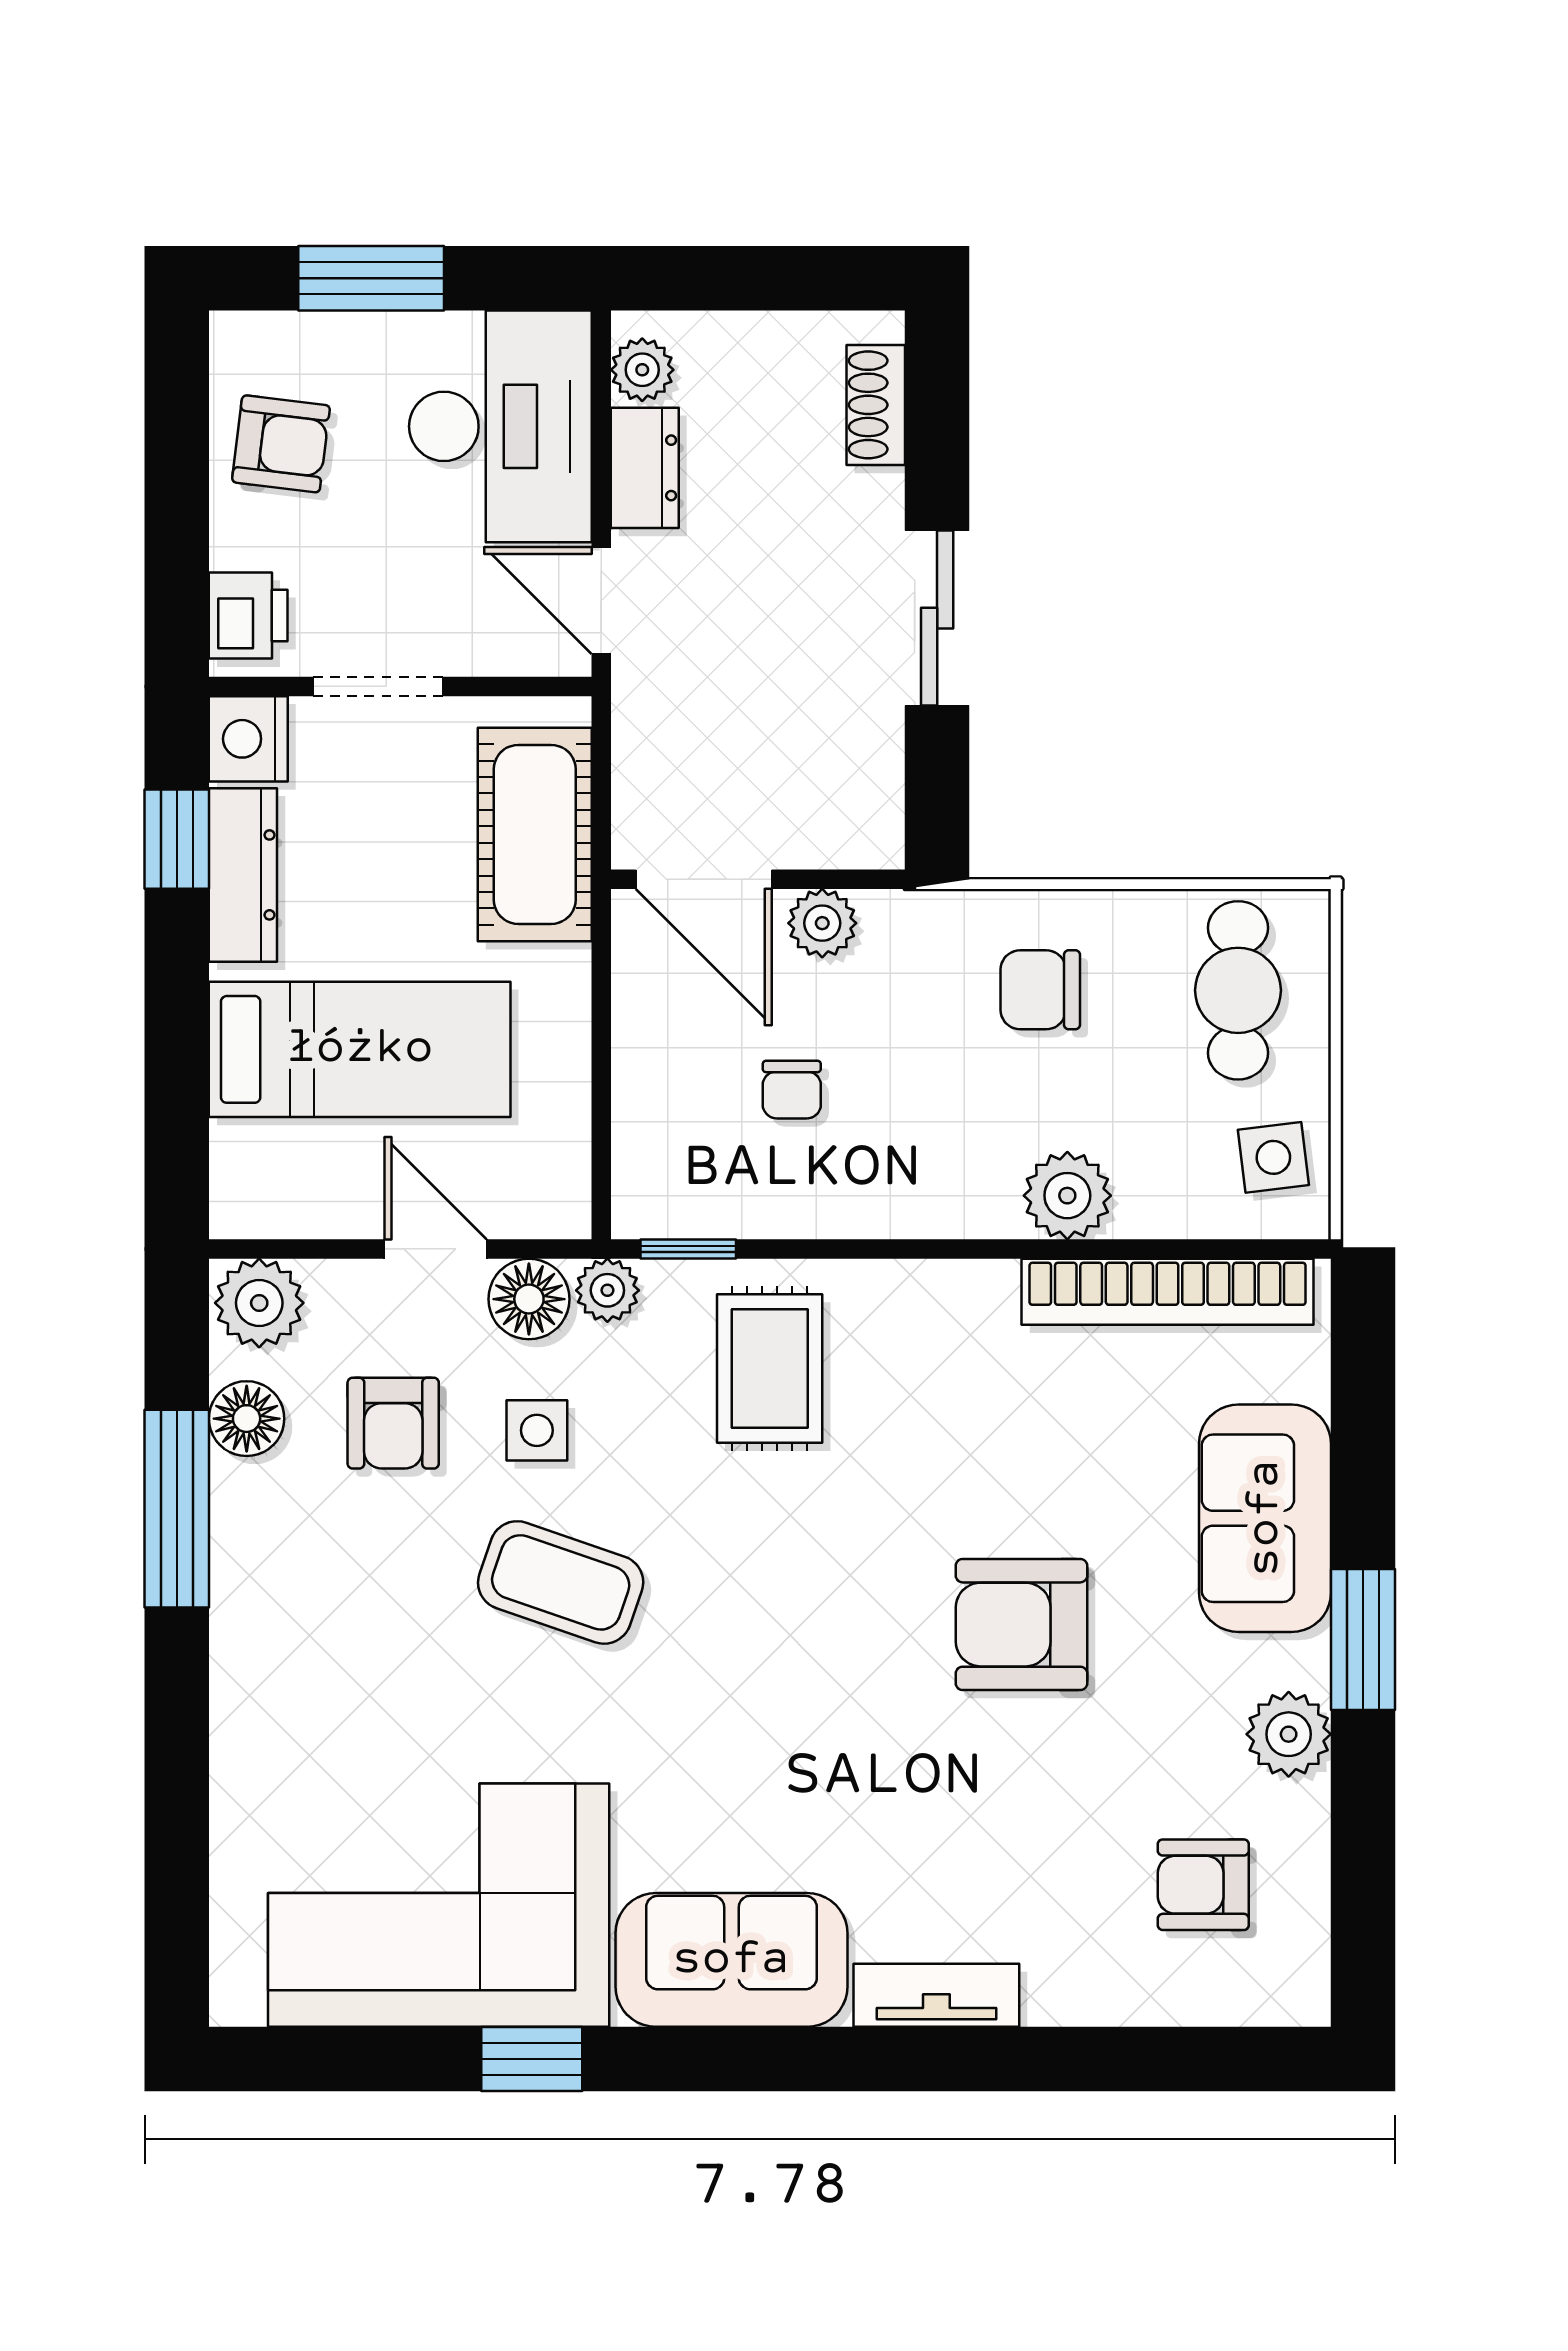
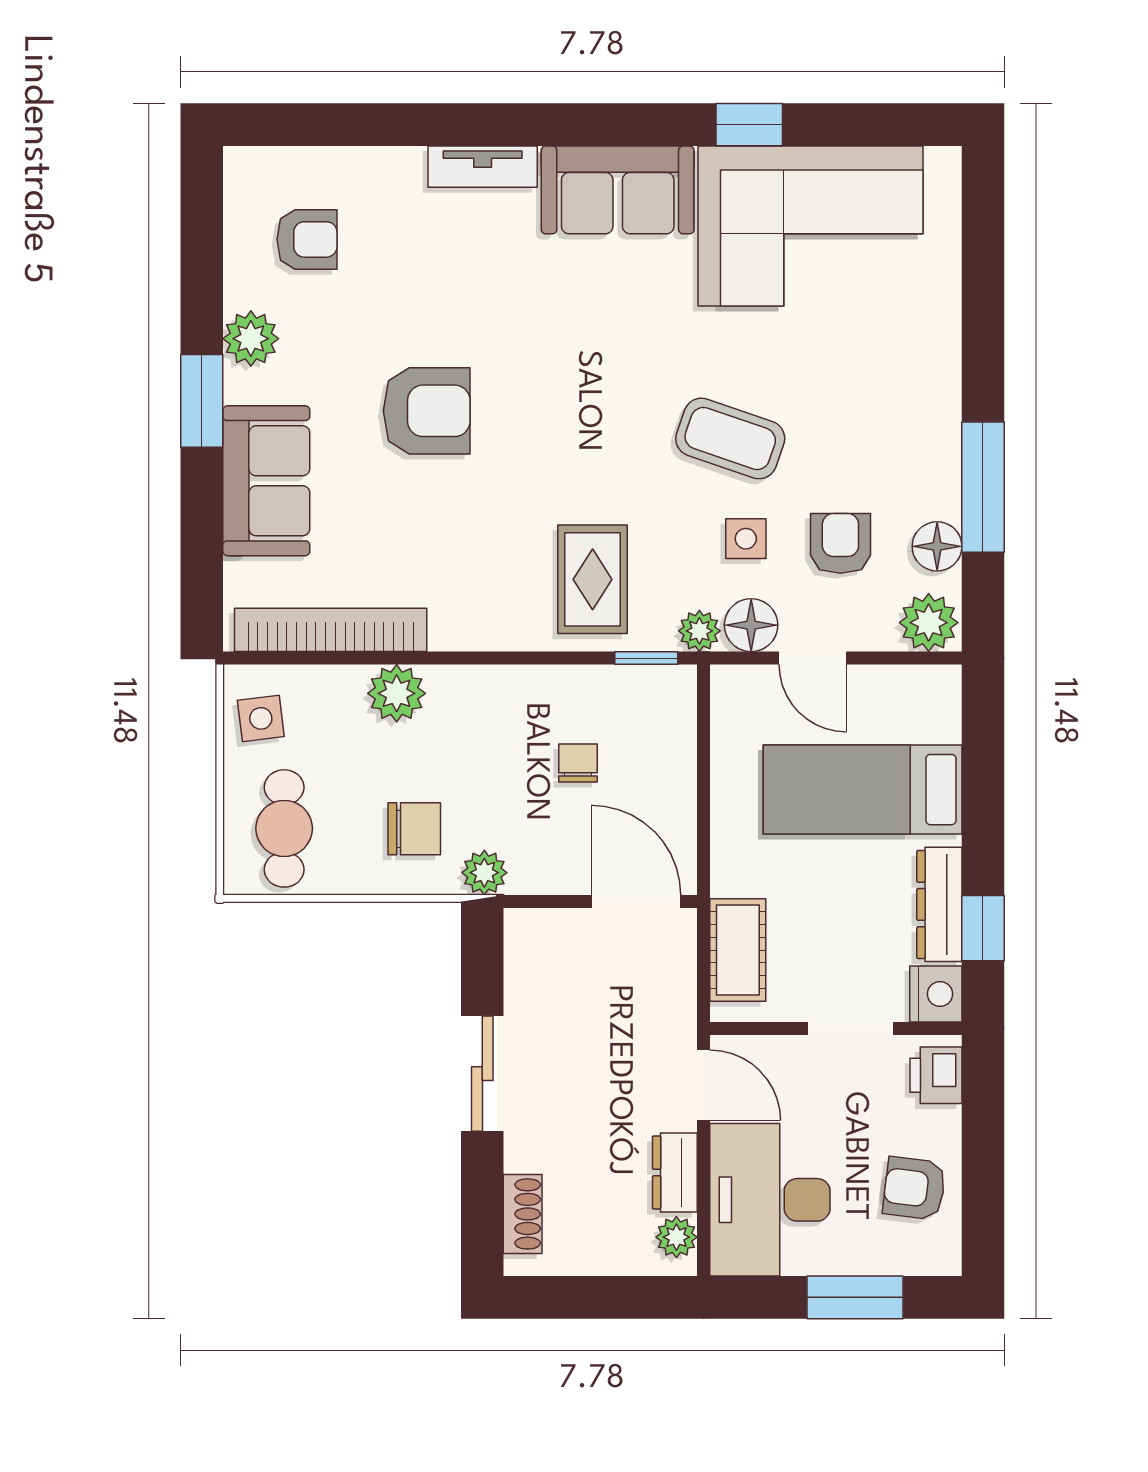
cot: (535, 834) -> (738, 950), width x0.73, depth x0.75
plant: (822, 923) -> (484, 873), moved

